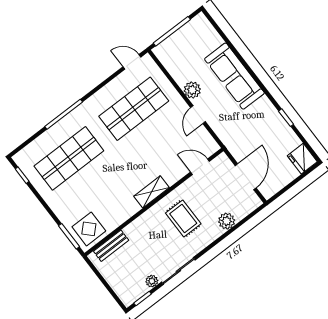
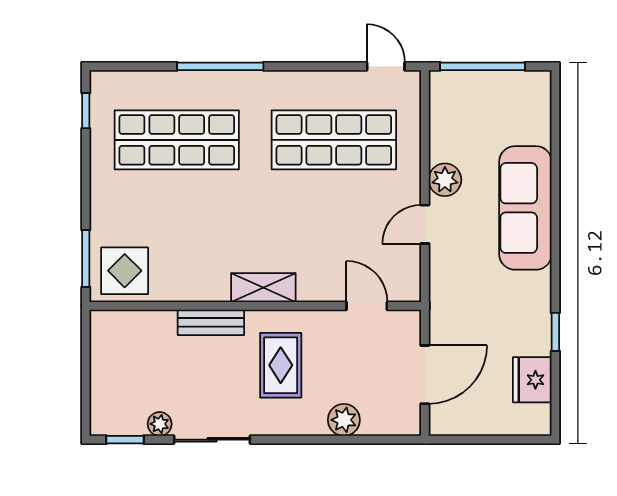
fridge: (302, 159) -> (532, 380), moved
bench: (111, 246) -> (211, 322), moved

